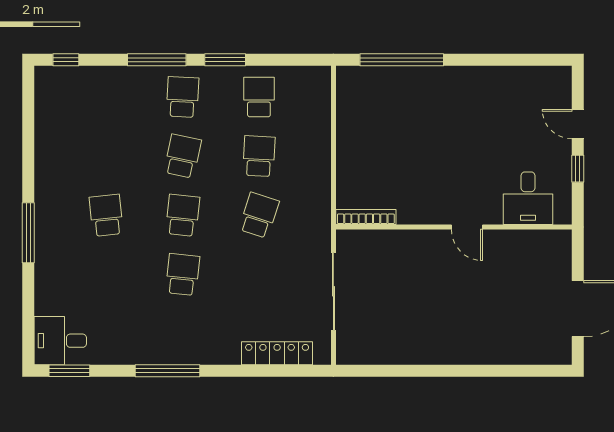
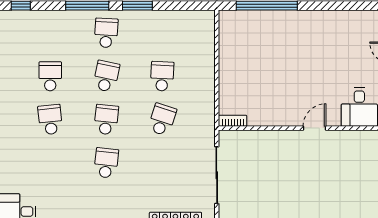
school desk: (259, 97) -> (50, 76), moved
bookcase: (366, 217) -> (233, 121), width x0.64
door: (467, 227) -> (315, 128), swing flipped

